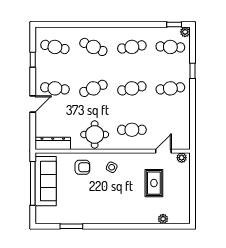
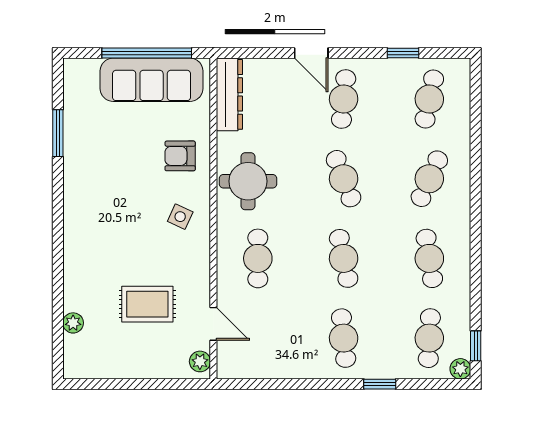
armchair: (82, 167) -> (180, 156), turned 90

